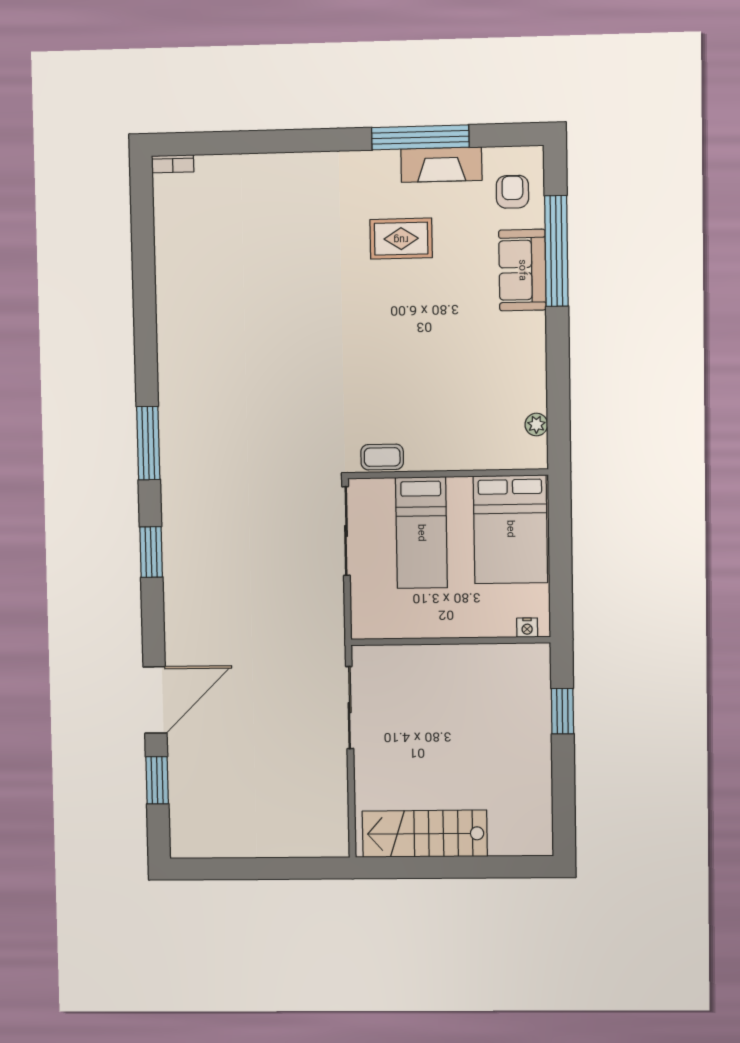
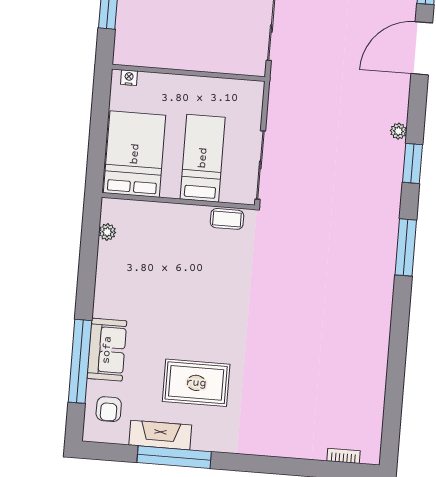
bookcase: (173, 164) -> (344, 456), moved
rug: (401, 239) -> (196, 383), width x1.36, depth x1.43
plant: (173, 592) -> (398, 131), added

